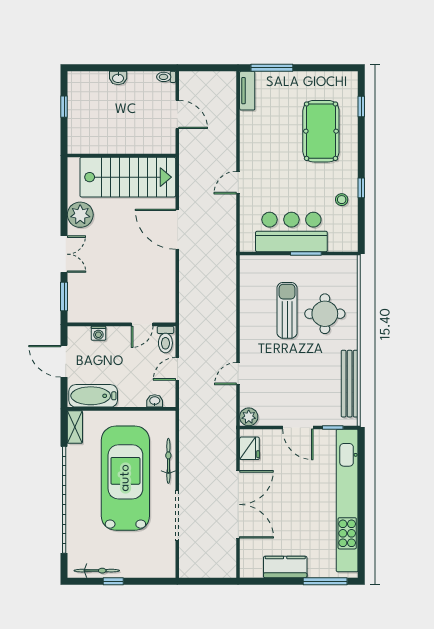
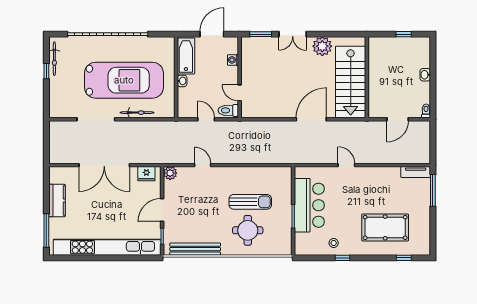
washbasin: (155, 401) -> (182, 81), moved
shelving: (75, 427) -> (162, 42), removed

